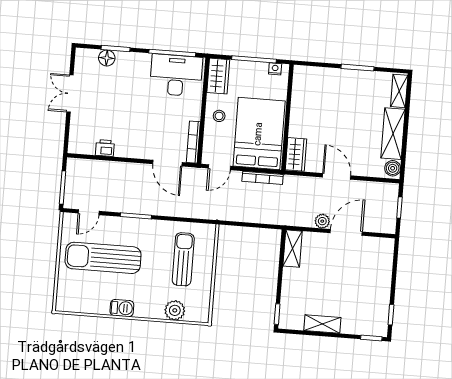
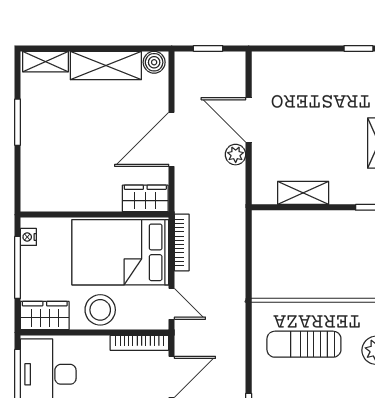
stool: (219, 116) -> (100, 310), width x1.89, depth x1.89
door: (337, 176) -> (172, 139), width x1.36
shelving: (293, 249) -> (303, 193), moved

